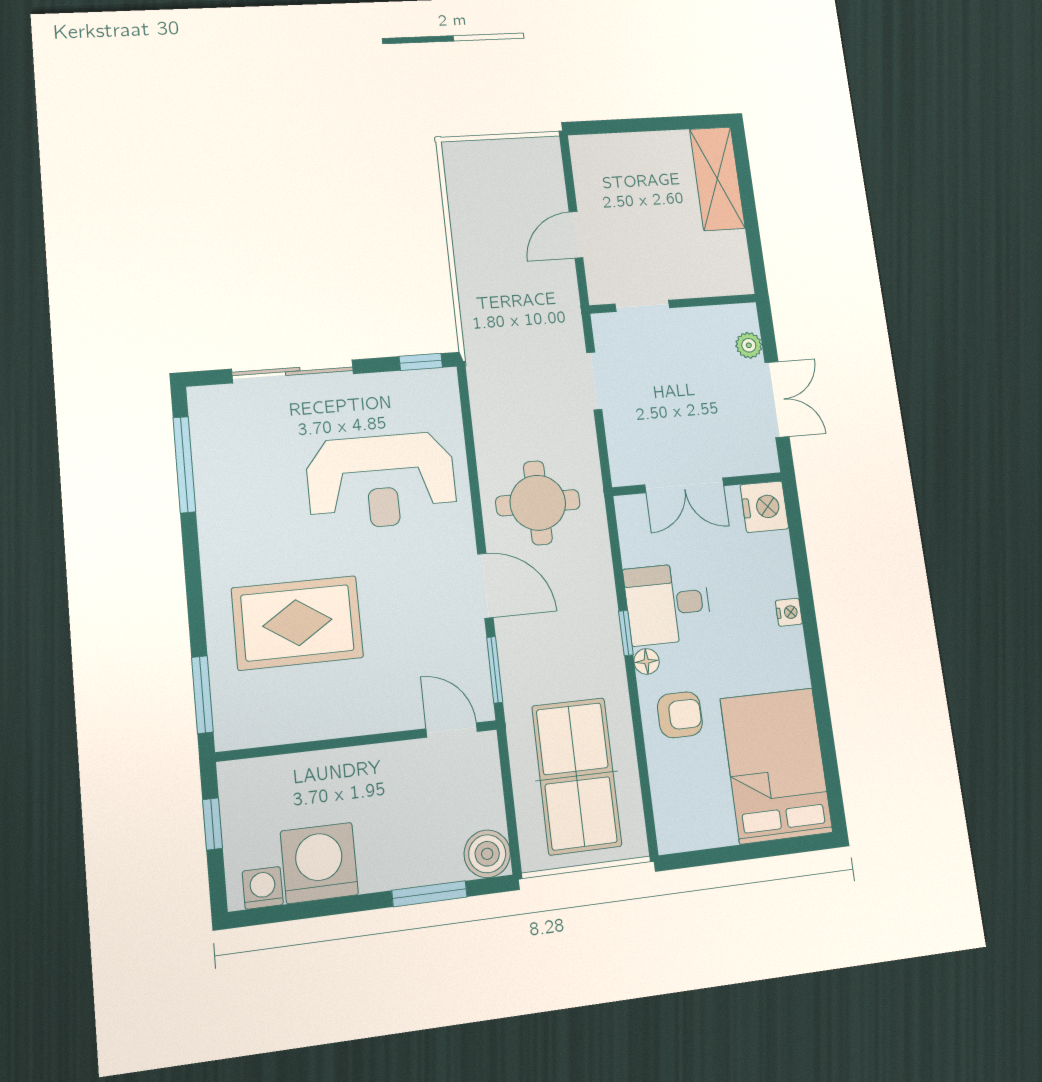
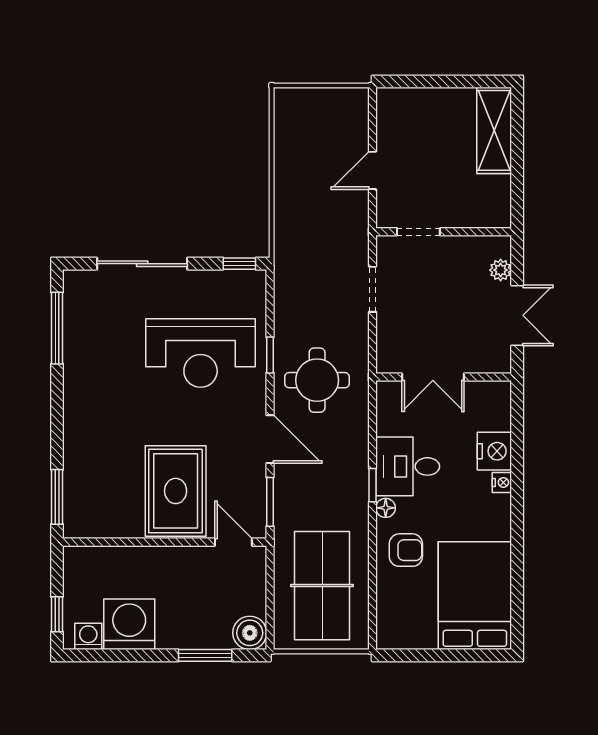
window: (473, 476) -> (270, 355), added
nightstand: (764, 507) -> (494, 451), moved
rug: (297, 623) -> (176, 491), moved, turned 90
window: (212, 824) -> (57, 614), moved

